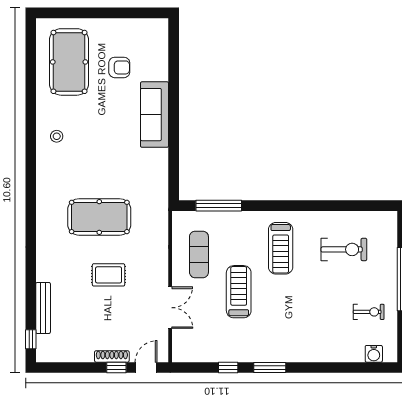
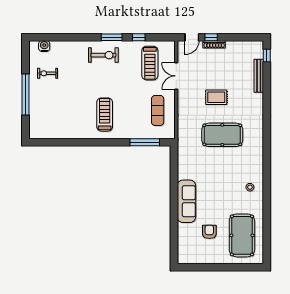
armchair: (119, 67) -> (209, 232), turned 90
exercise bike: (344, 249) -> (103, 55), moved, turned 180
treadmill: (239, 292) -> (150, 63), moved

